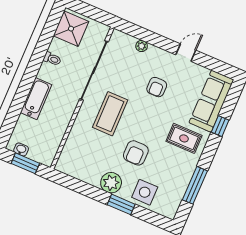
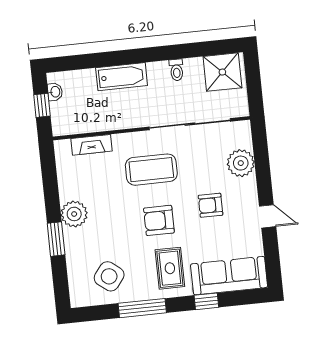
plant: (142, 46) -> (241, 163), width x1.87, depth x1.87
fireplace: (71, 145) -> (92, 145), added
armchair: (136, 153) -> (159, 220), moved
window: (25, 163) -> (42, 105), width x0.67
window: (195, 185) -> (142, 308), moved
side table: (145, 192) -> (109, 276), moved, turned 38

